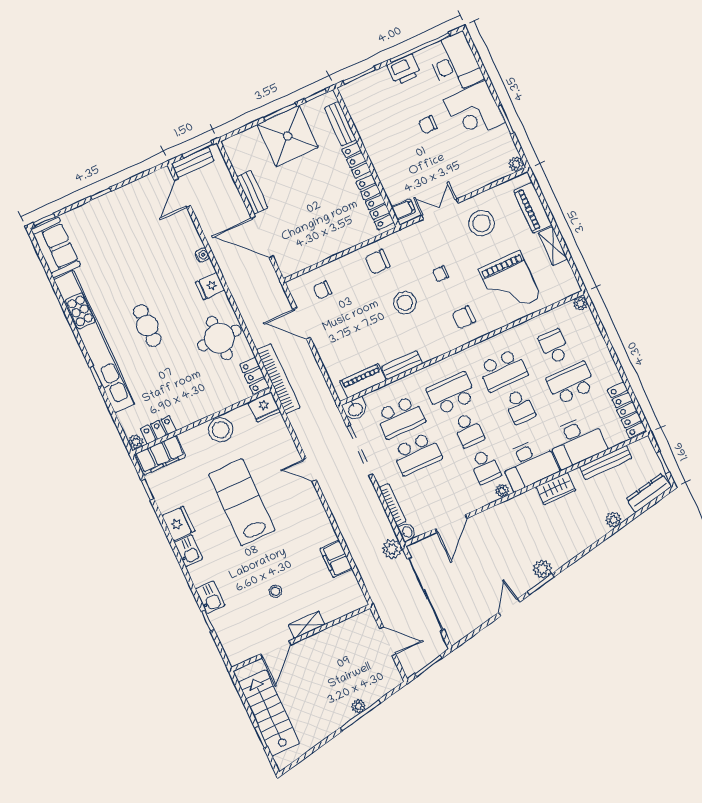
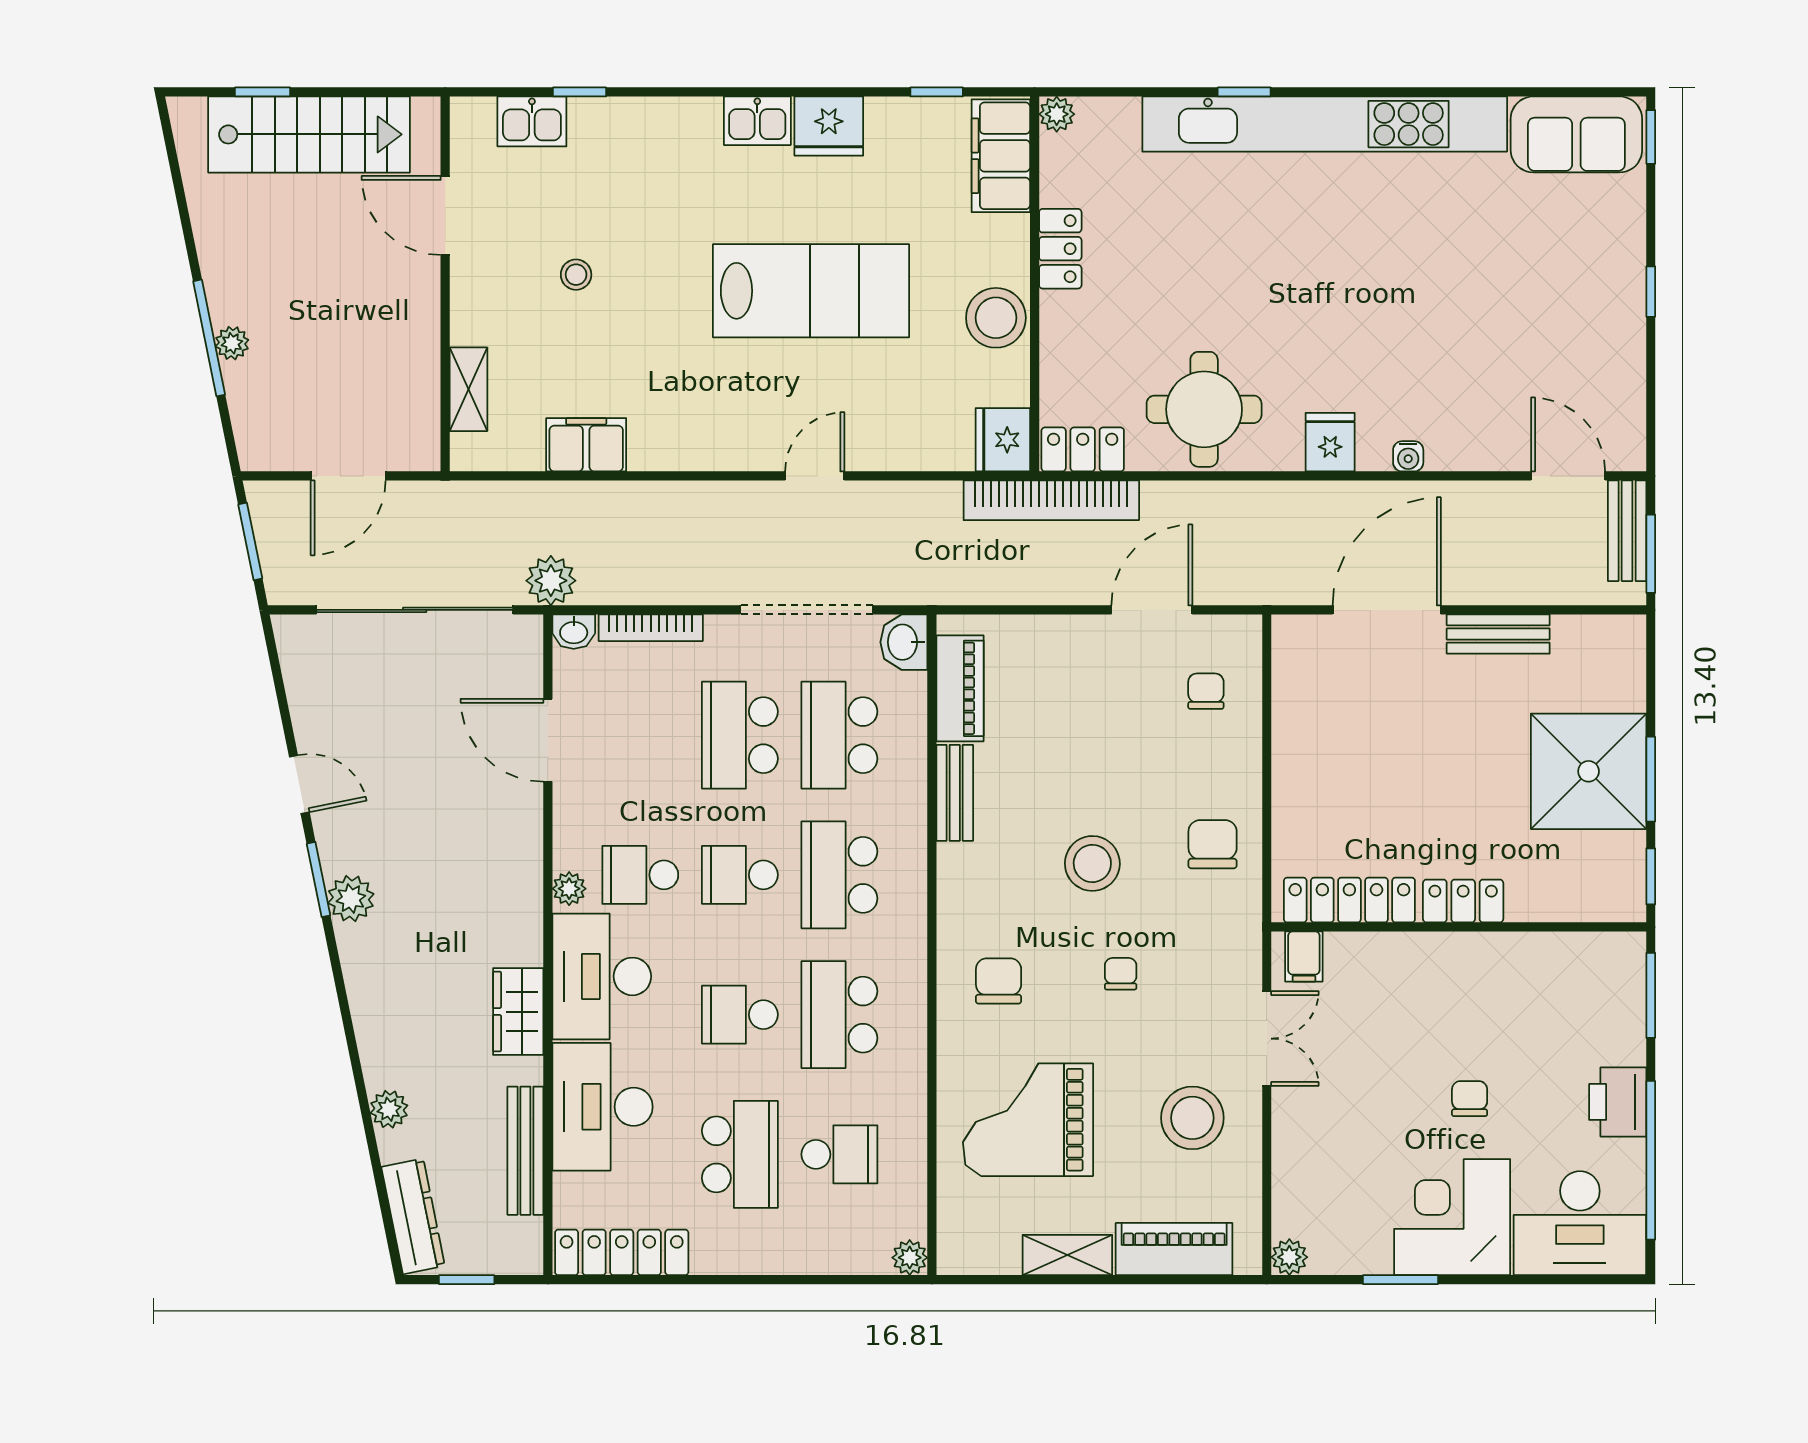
bench: (340, 124) -> (1562, 902), removed
cafe table: (147, 326) -> (1306, 260), removed
school desk: (452, 394) -> (839, 875), turned 180
locker: (158, 430) -> (1060, 249), moved
kitchen sink: (210, 597) -> (532, 121), moved
shelving: (307, 625) -> (468, 389), moved

